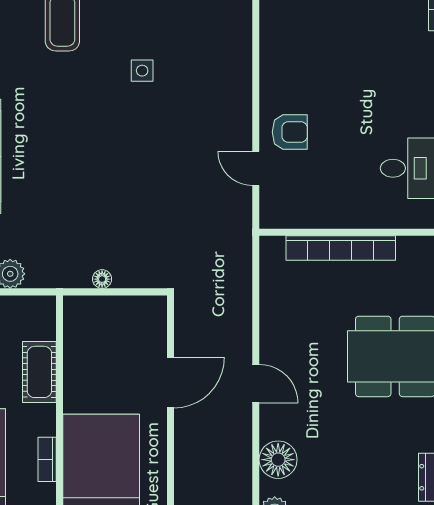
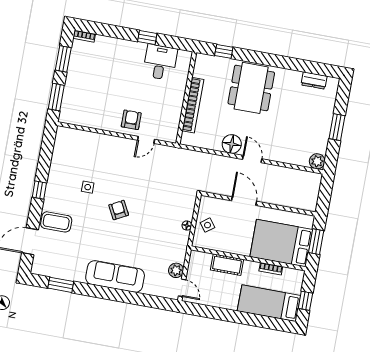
armchair: (108, 140) -> (119, 210), added
side table: (110, 319) -> (207, 225), added
door: (256, 384) -> (252, 159), hinge flipped
floor lamp: (278, 460) -> (232, 144), moved

